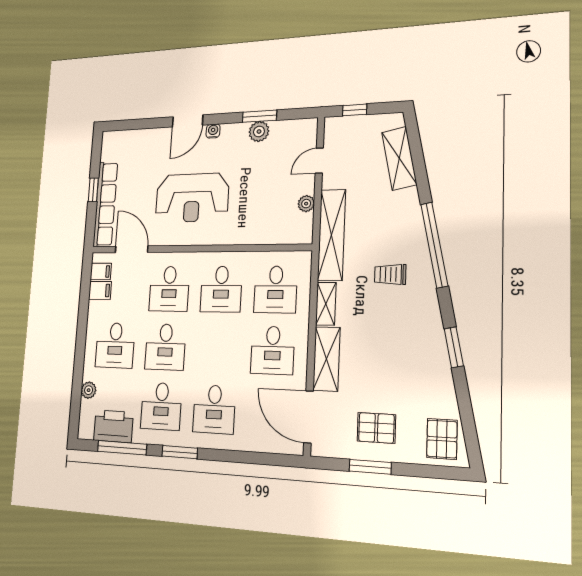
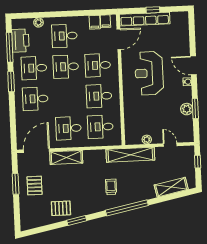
shelving: (326, 304) -> (94, 155), removed
pallet: (442, 439) -> (61, 208), moved

